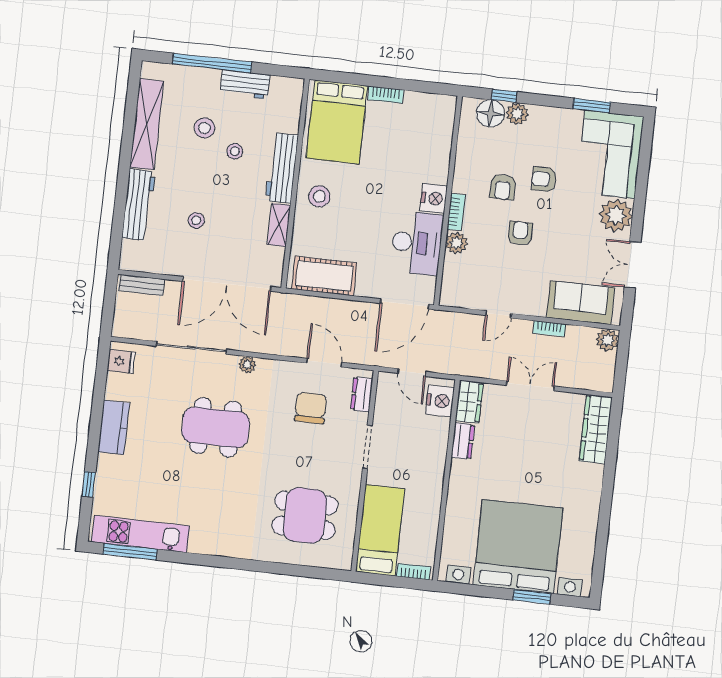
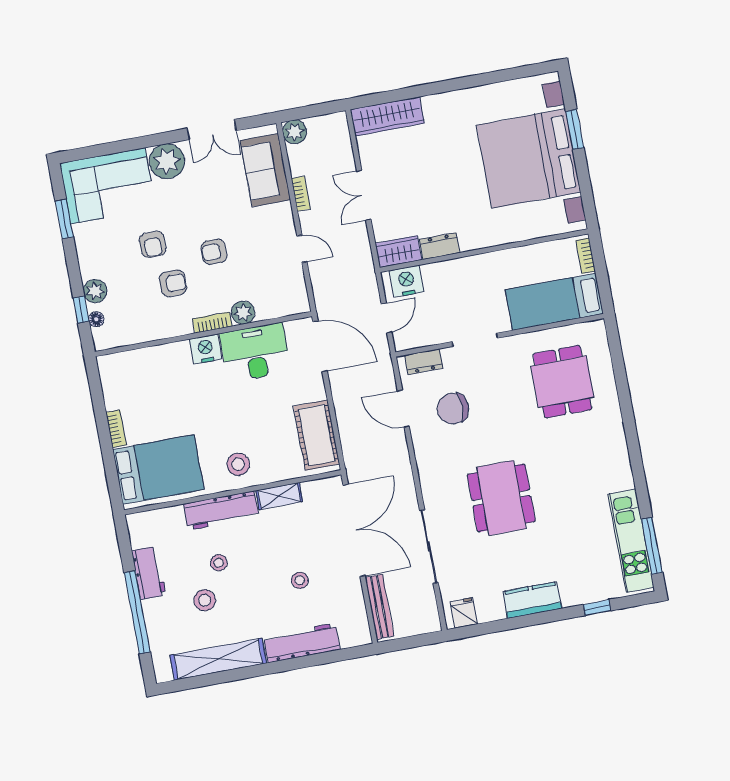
floor lamp: (490, 113) -> (96, 319), width x0.53, depth x0.53
bench: (142, 285) -> (379, 607), width x1.36
door: (324, 363) -> (403, 409), hinge flipped
plant: (247, 365) -> (429, 485), removed

